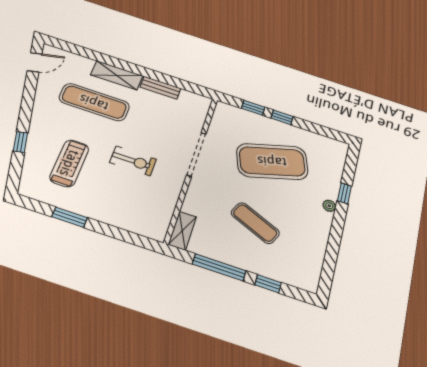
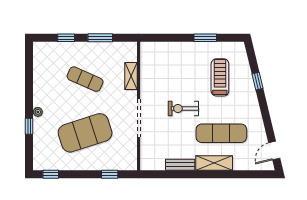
window: (282, 117) -> (51, 174), moved
exercise bike: (133, 161) -> (183, 108), moved
treadmill: (69, 163) -> (220, 77), turned 180
shelving: (182, 231) -> (131, 76), moved
window: (219, 267) -> (100, 38), width x0.69

